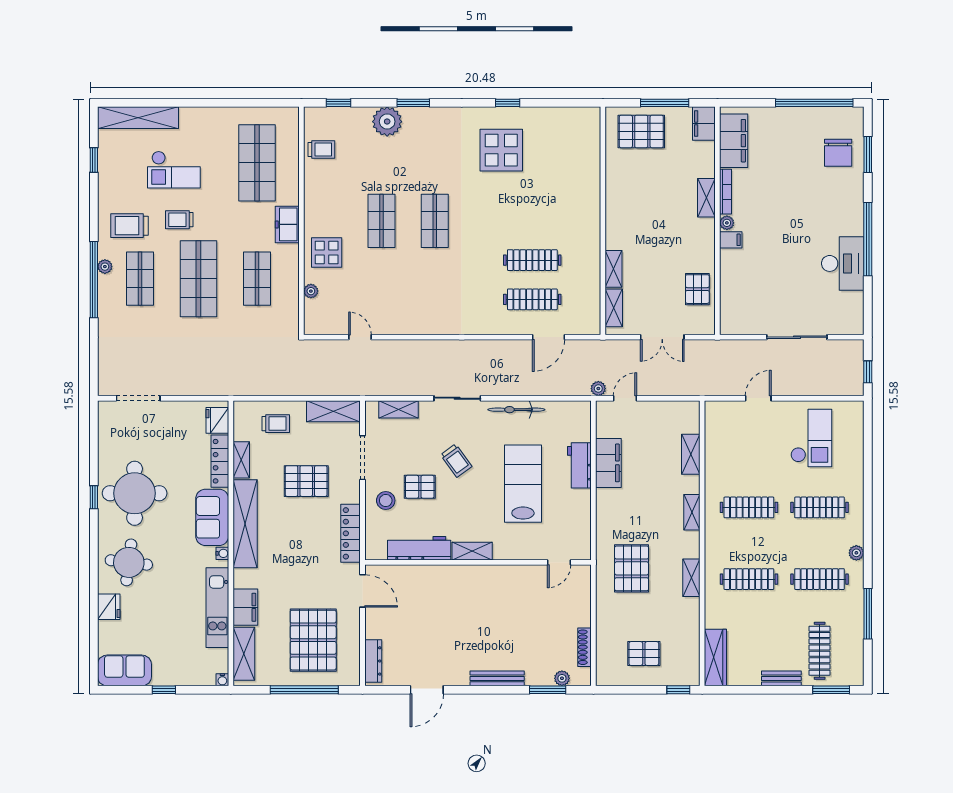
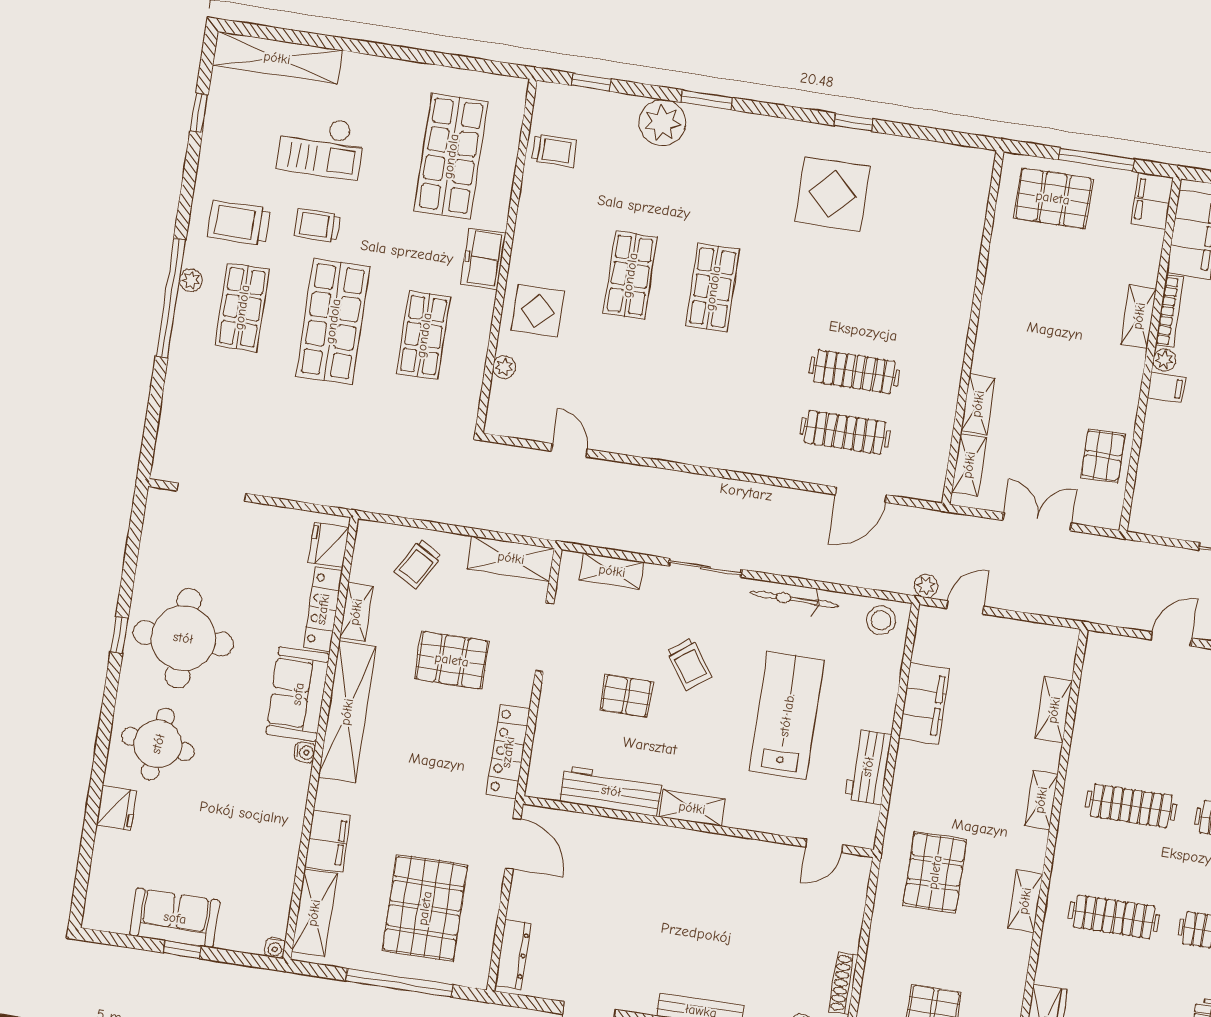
double door: (662, 337) -> (1037, 522), swing flipped
trolley: (276, 424) -> (418, 564), turned 120
workbench: (579, 465) -> (868, 767), moved
stool: (386, 501) -> (881, 620), moved
kitchen unit: (217, 608) -> (284, 835), removed
sofa: (124, 670) -> (175, 918), moved

